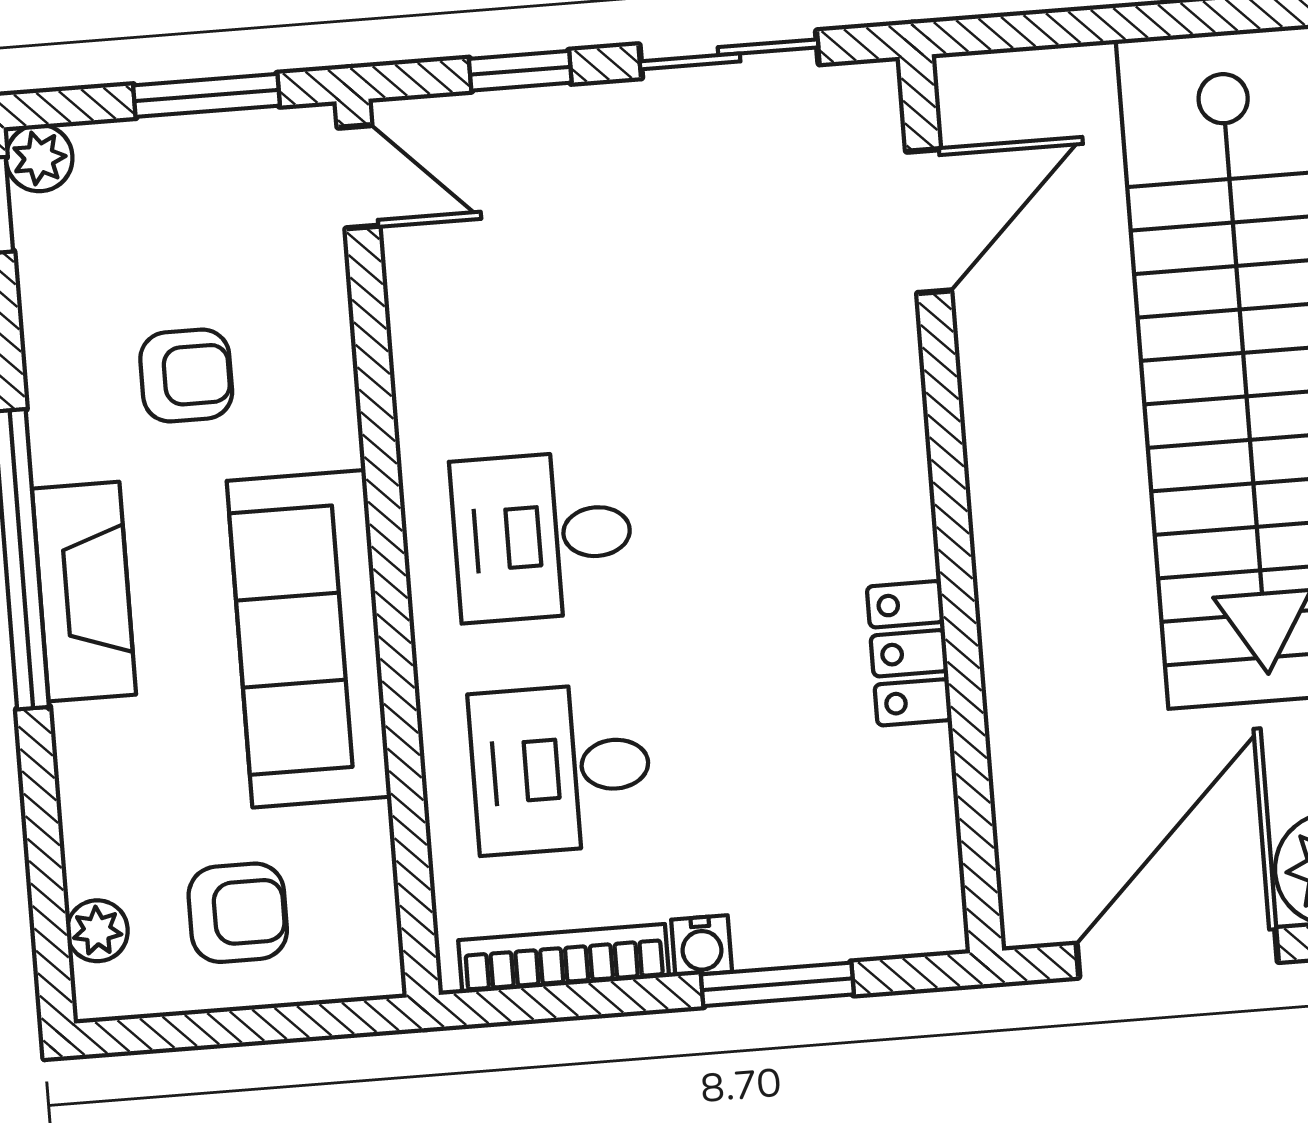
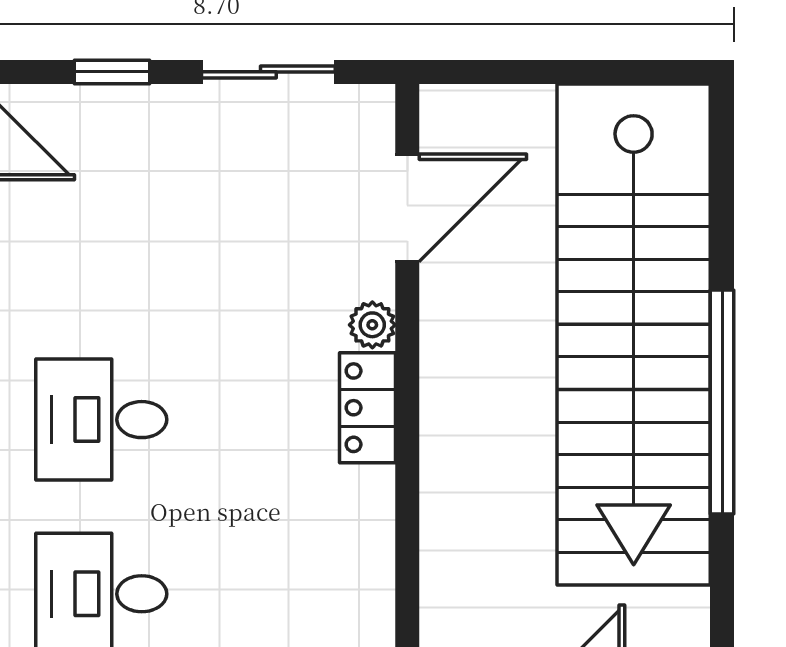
plant: (894, 381) -> (372, 325), added
locker: (909, 653) -> (367, 408), moved

